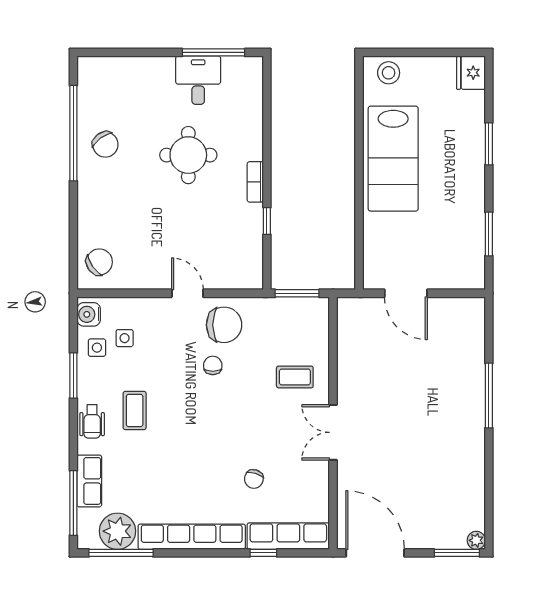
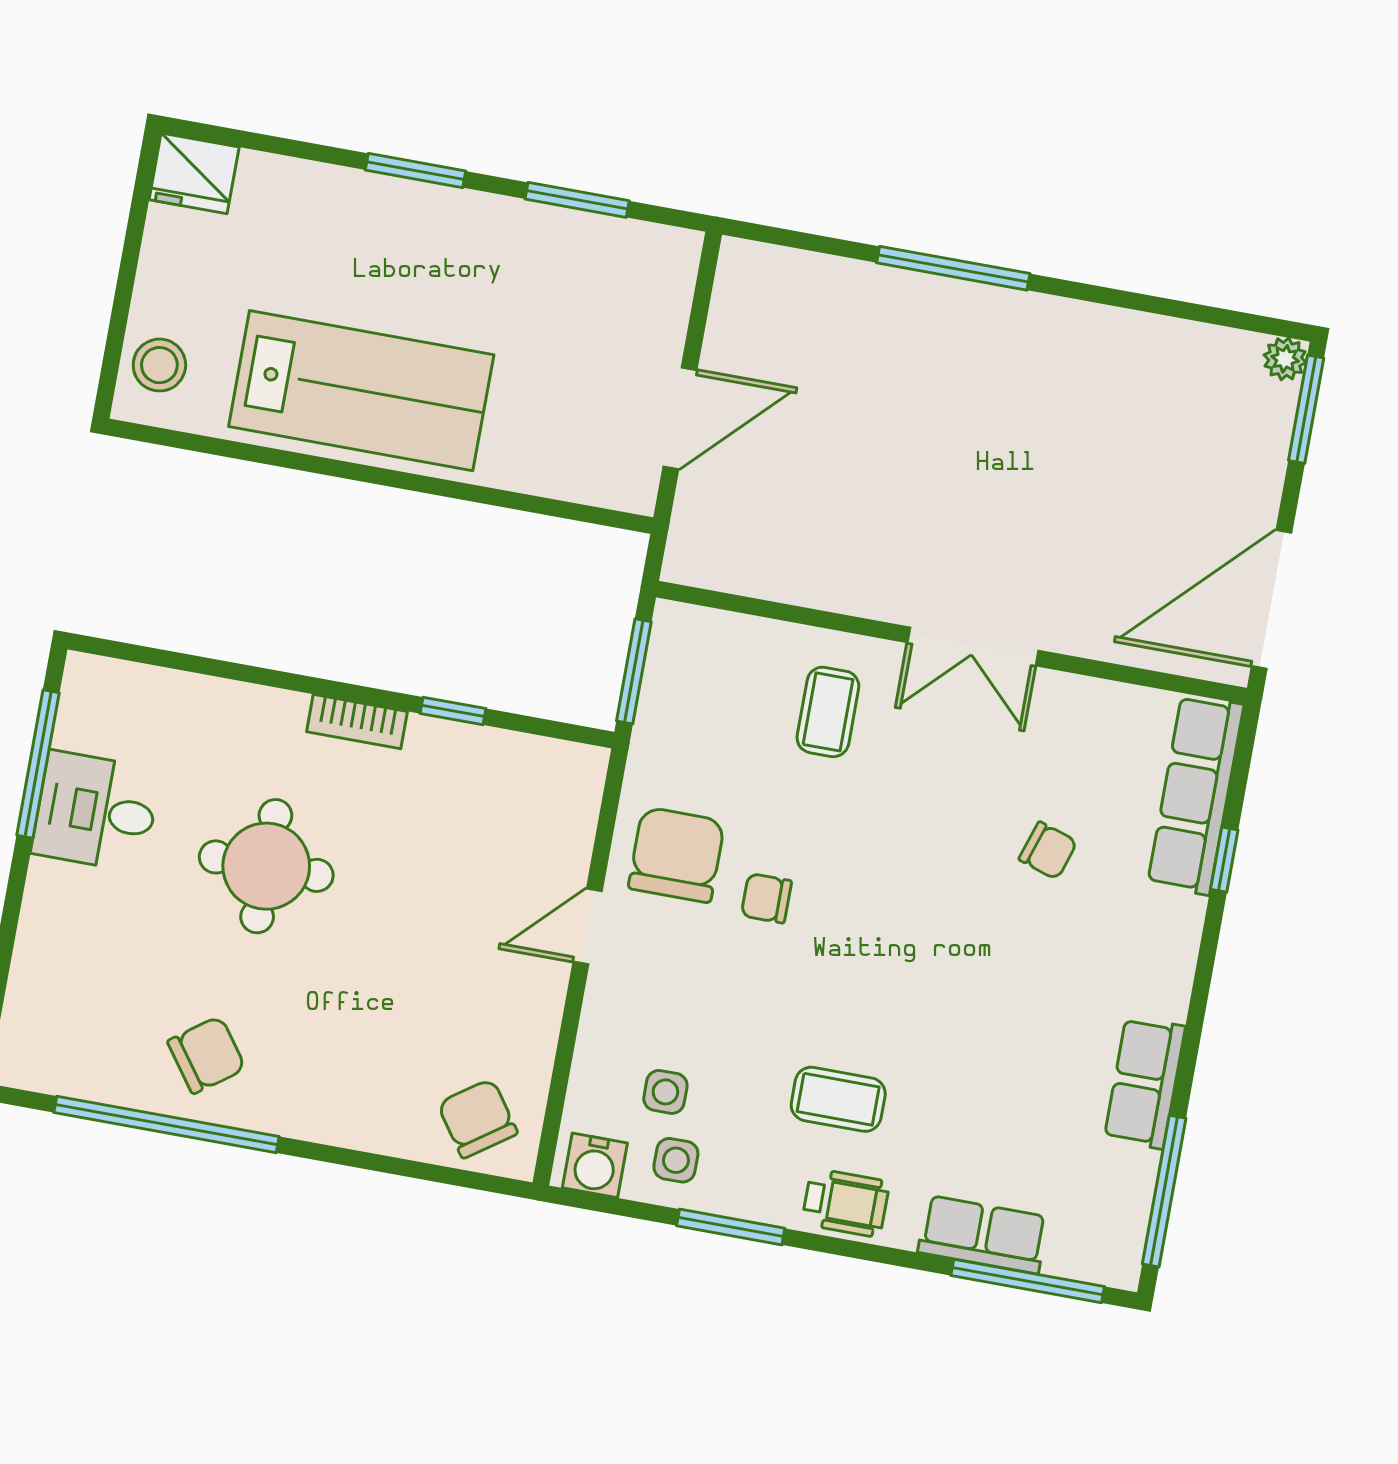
window: (489, 144) -> (415, 170), moved
plant: (117, 531) -> (1112, 1190), removed
row of seats: (192, 537) -> (1145, 1083), width x0.50

